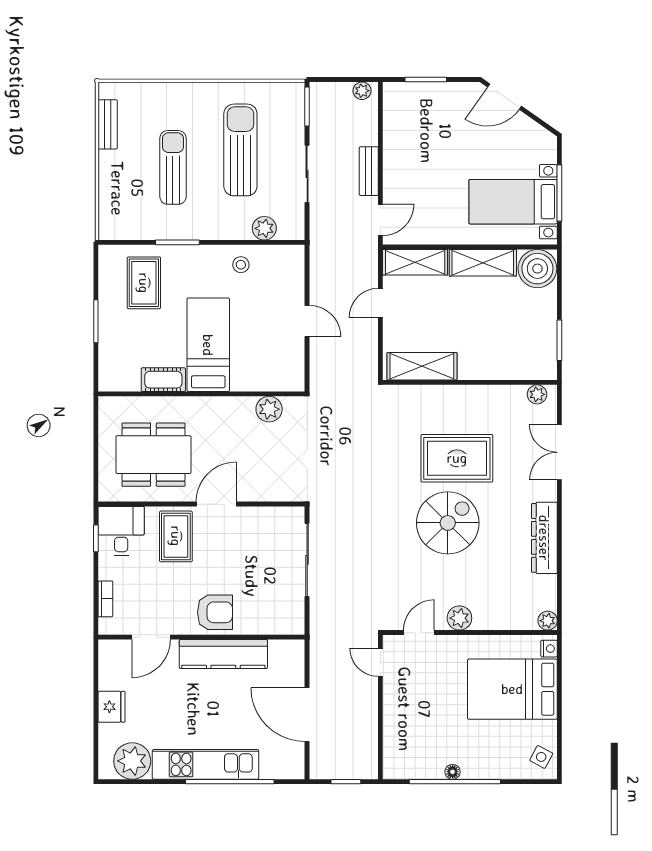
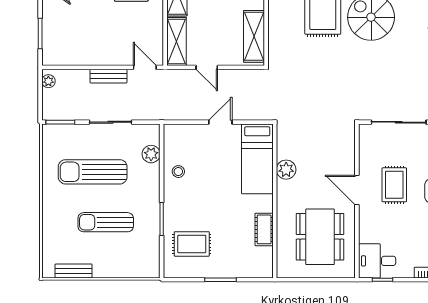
bed: (208, 345) -> (257, 159), moved, turned -90
plant: (269, 409) -> (286, 170), moved
rug: (176, 536) -> (394, 185), moved, turned 90

